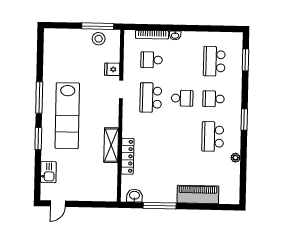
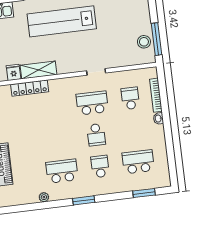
fridge: (112, 69) -> (14, 72), moved

